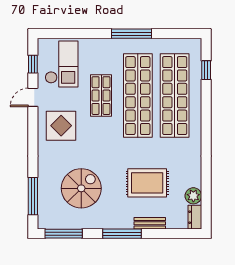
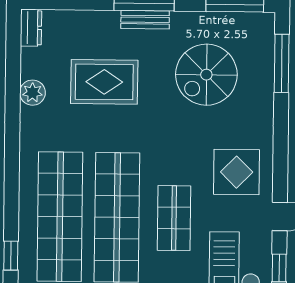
plant: (193, 196) -> (32, 93), moved
bench: (150, 223) -> (145, 20), moved

